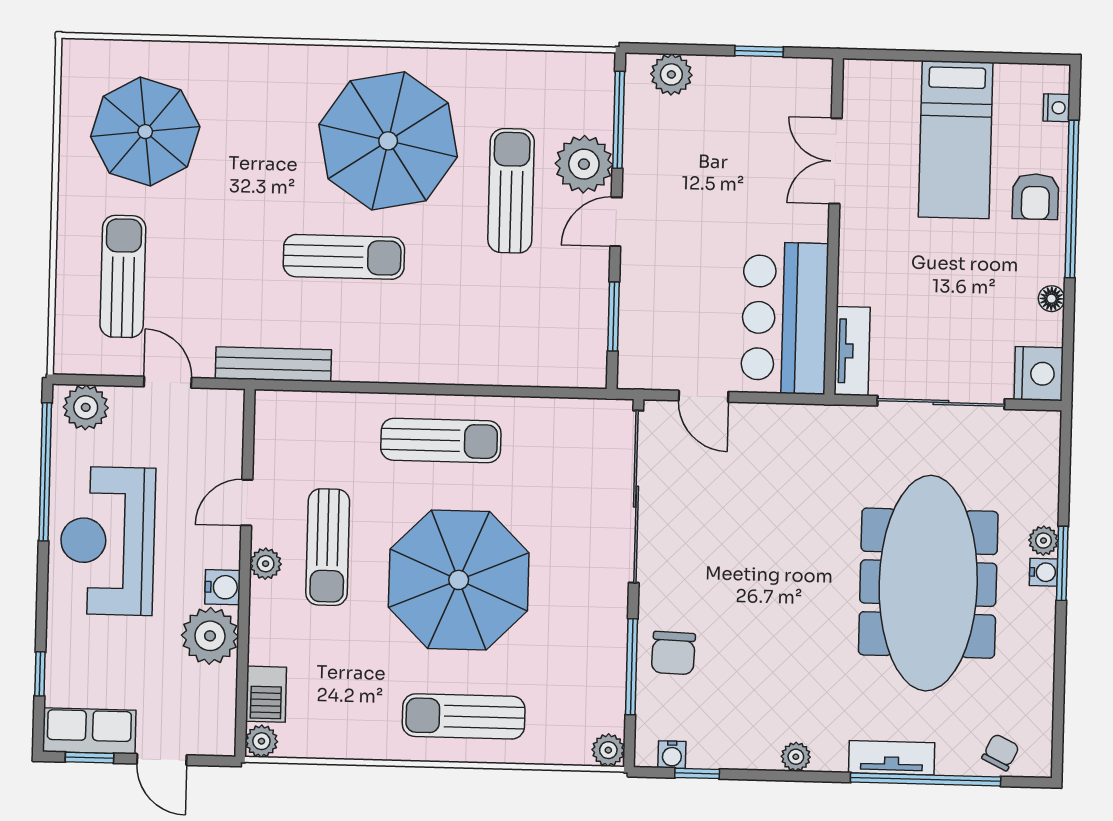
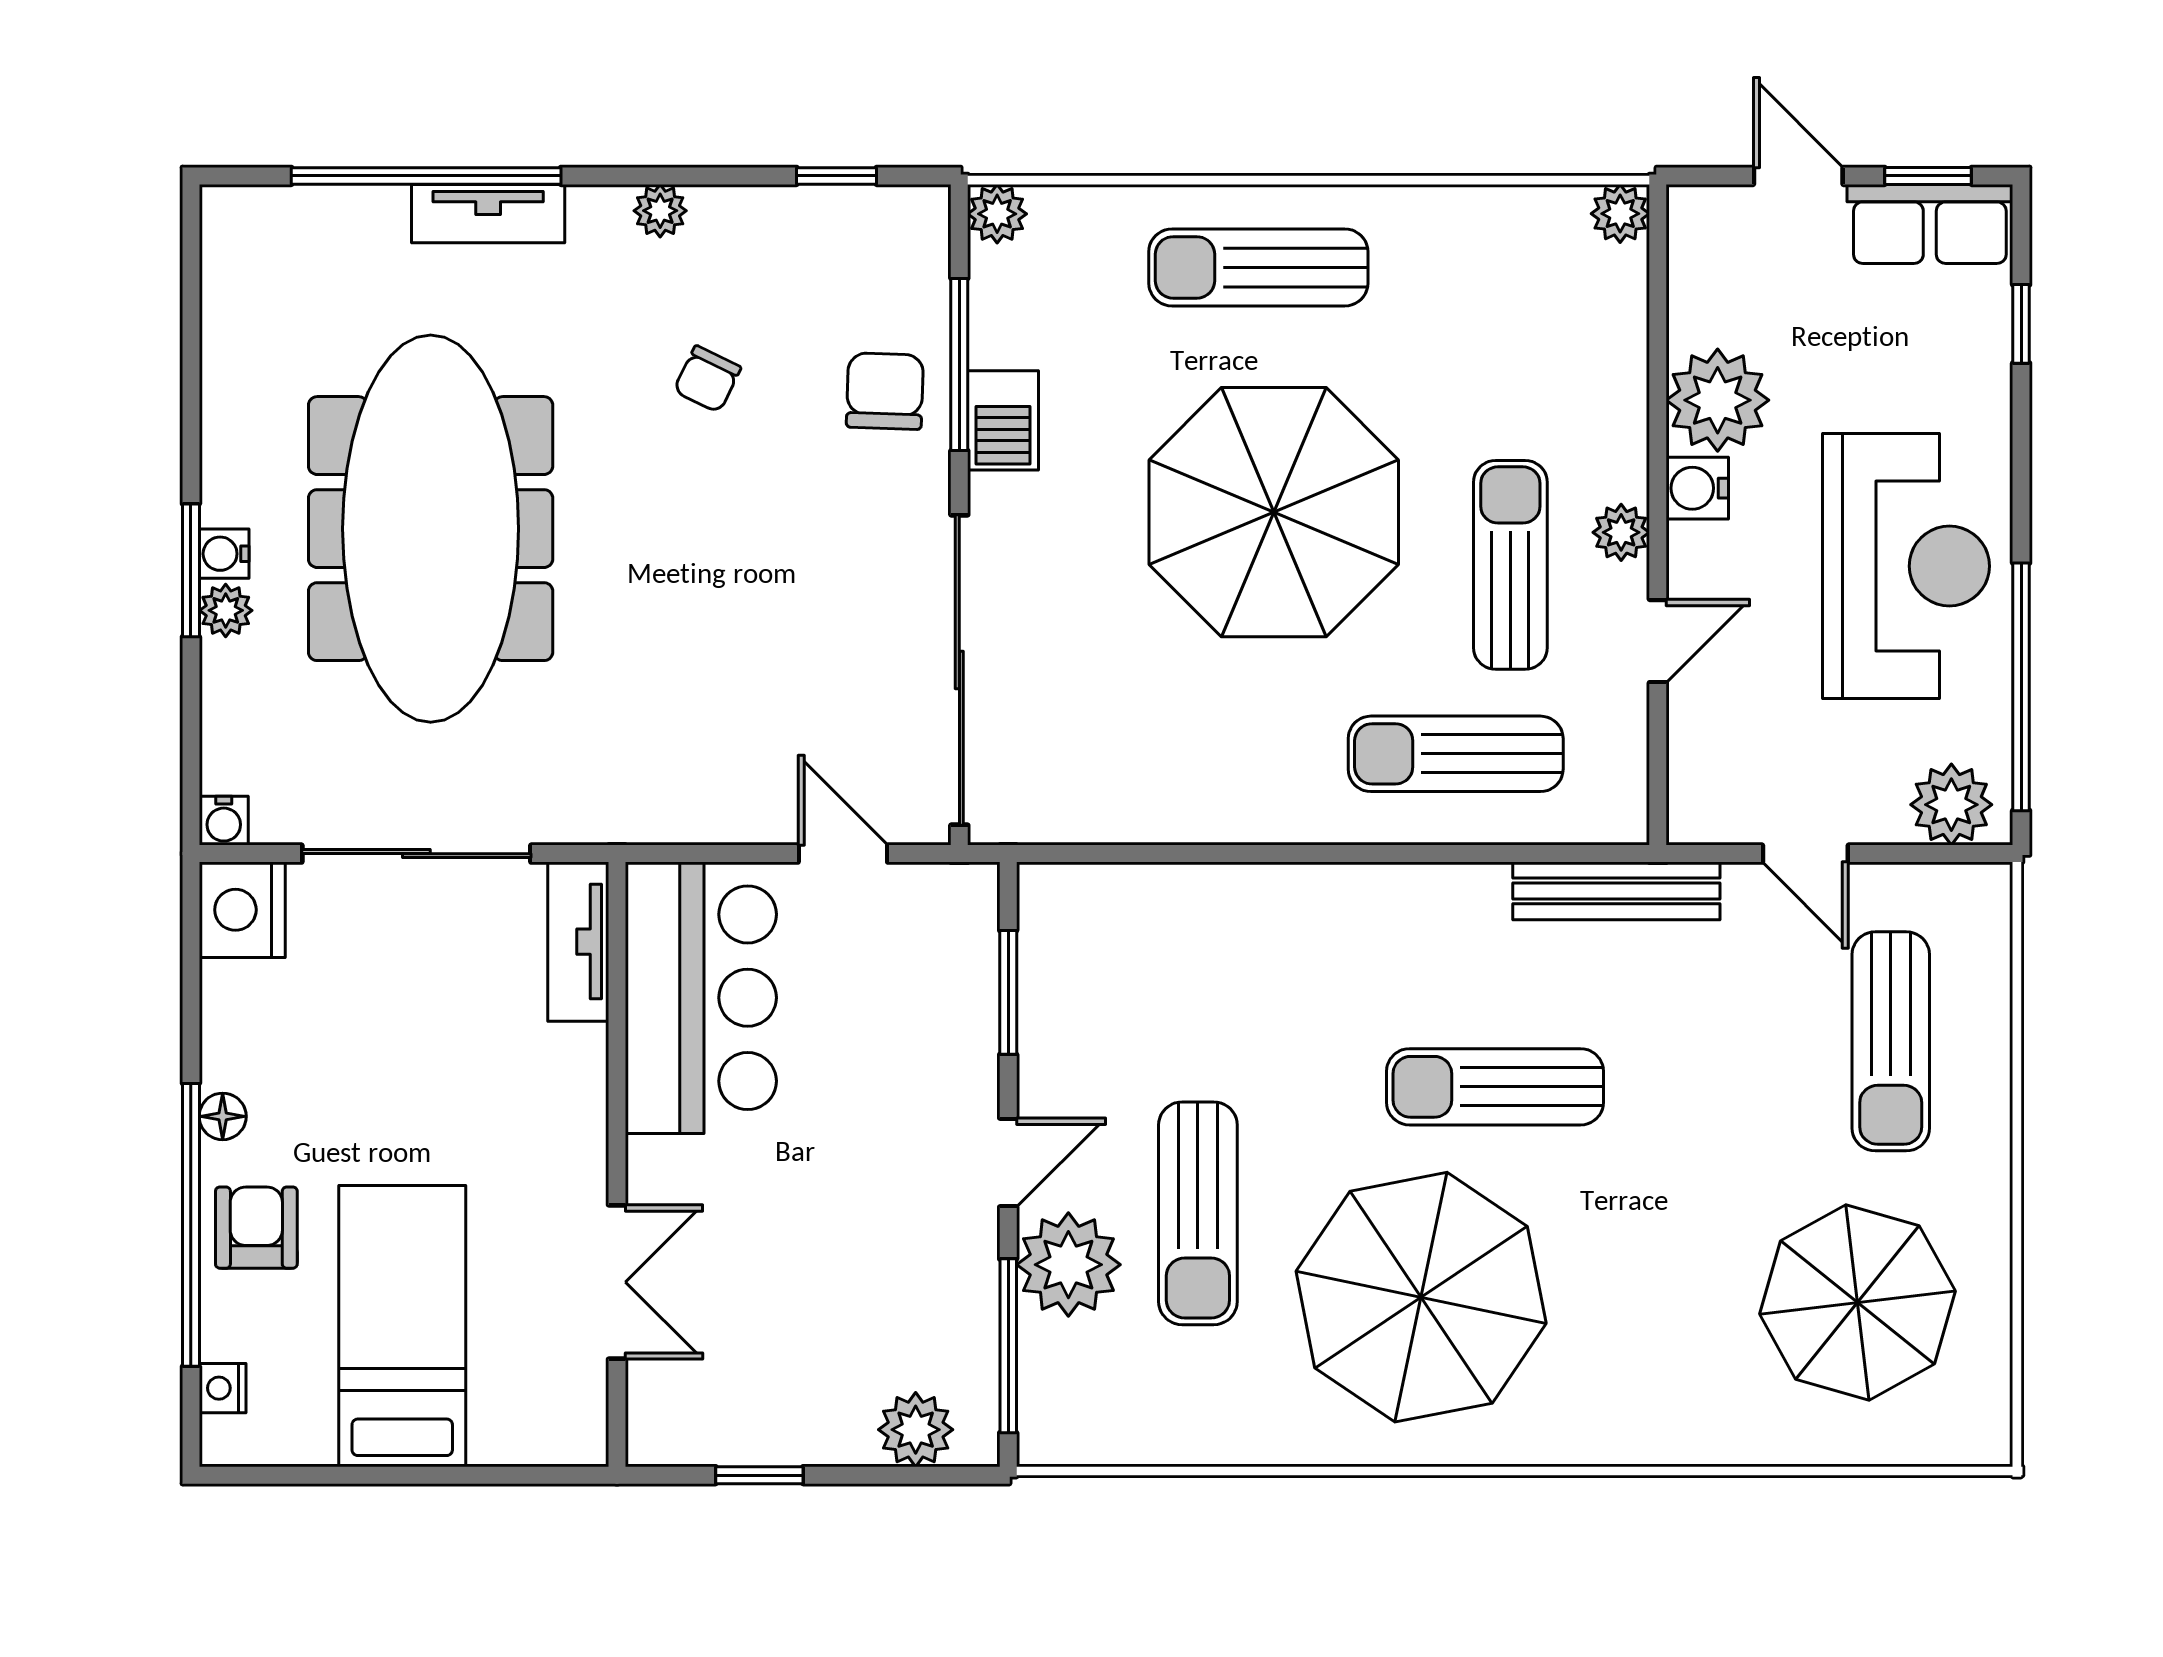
floor lamp: (1052, 299) -> (223, 1116), moved
sun lounger: (441, 440) -> (1456, 754), moved
barbecue: (266, 694) -> (1003, 420), moved, turned 180
sun lounger: (464, 716) -> (1258, 267), turned 180
chair: (1001, 752) -> (707, 379), moved
water cooler: (672, 755) -> (224, 821), moved, turned 180

